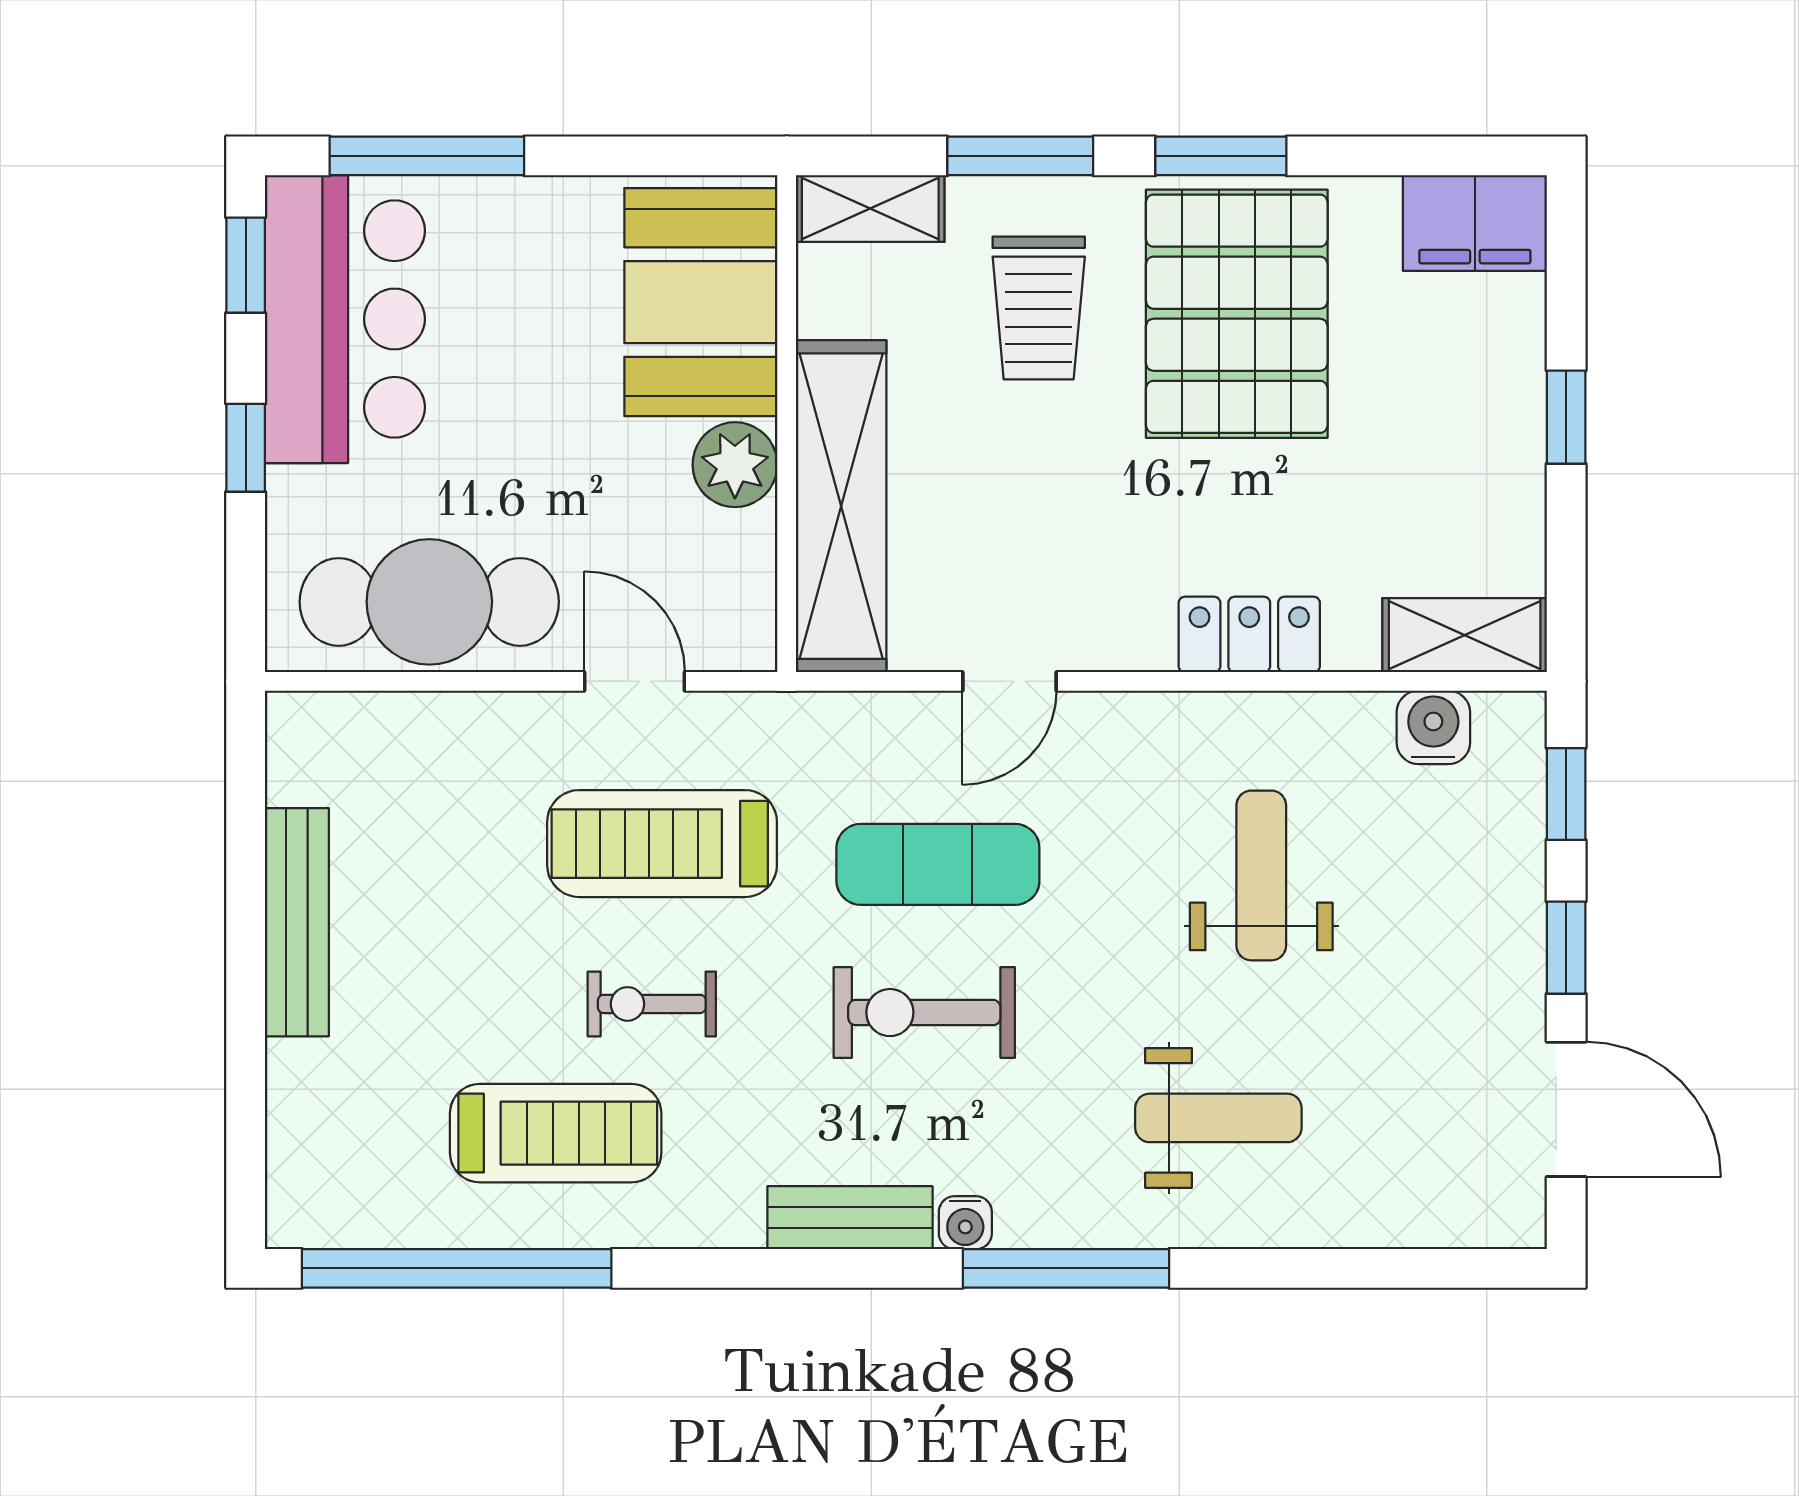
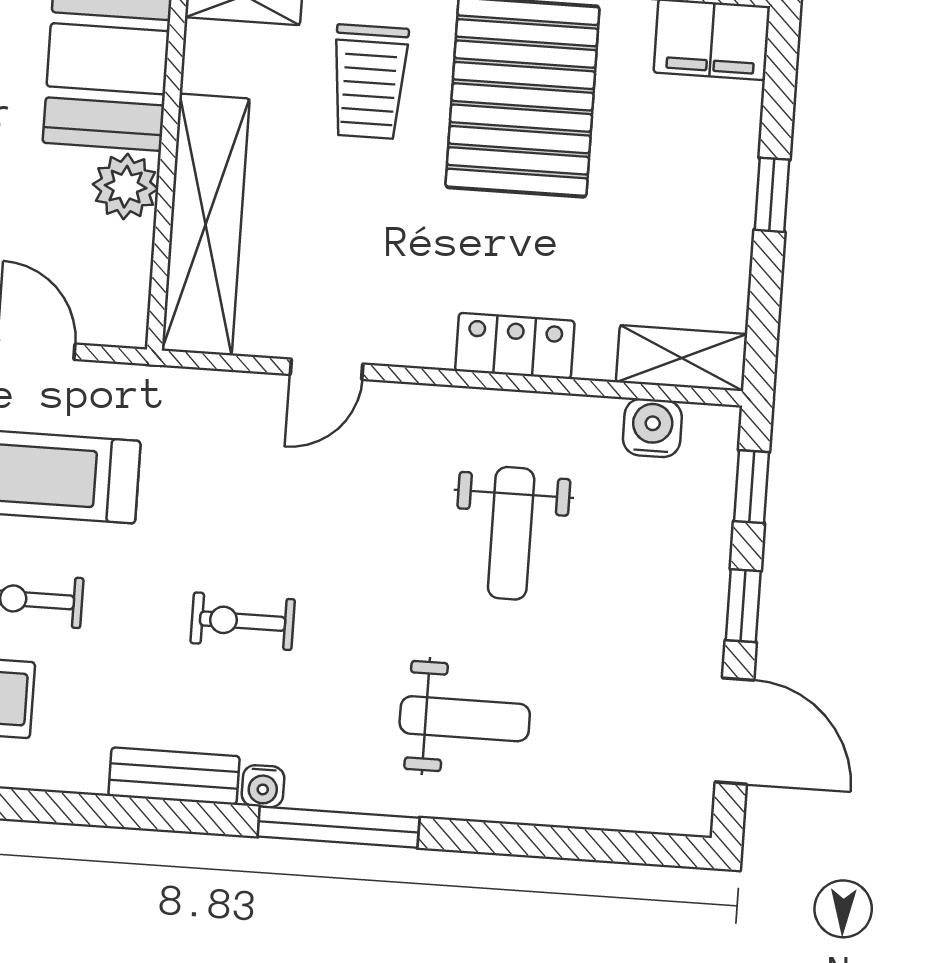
exercise mat: (938, 864) -> (261, 507), removed
weight bench: (1261, 875) -> (511, 533), turned 180
exercise bike: (924, 1013) -> (243, 621), width x0.73, depth x0.72

